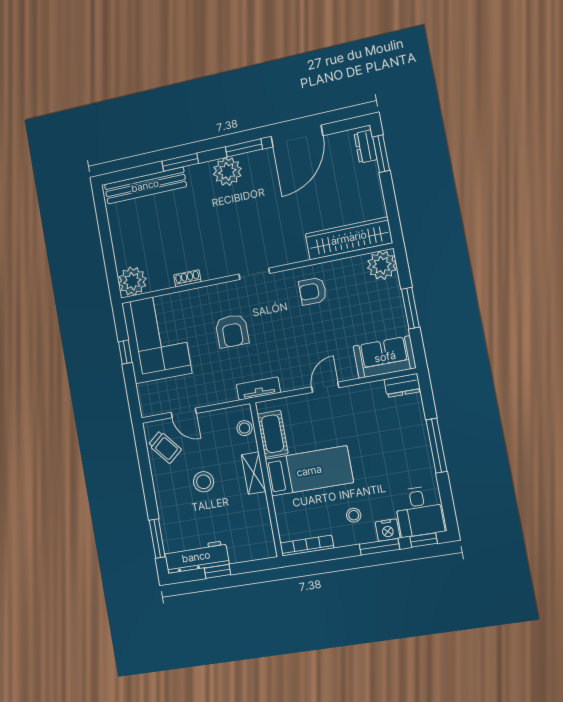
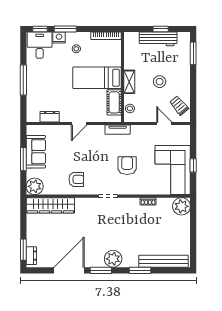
sofa: (385, 357) -> (36, 152), moved, turned -90
dresser: (402, 385) -> (50, 117), moved
workbench: (196, 557) -> (158, 39), moved

